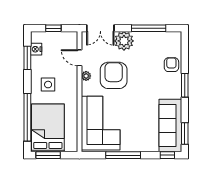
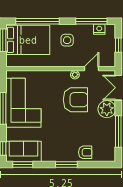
window: (27, 58) -> (91, 21), width x1.44
corner sofa: (101, 123) -> (23, 103), moved, turned -90
sofa: (170, 126) -> (23, 151), width x0.73

